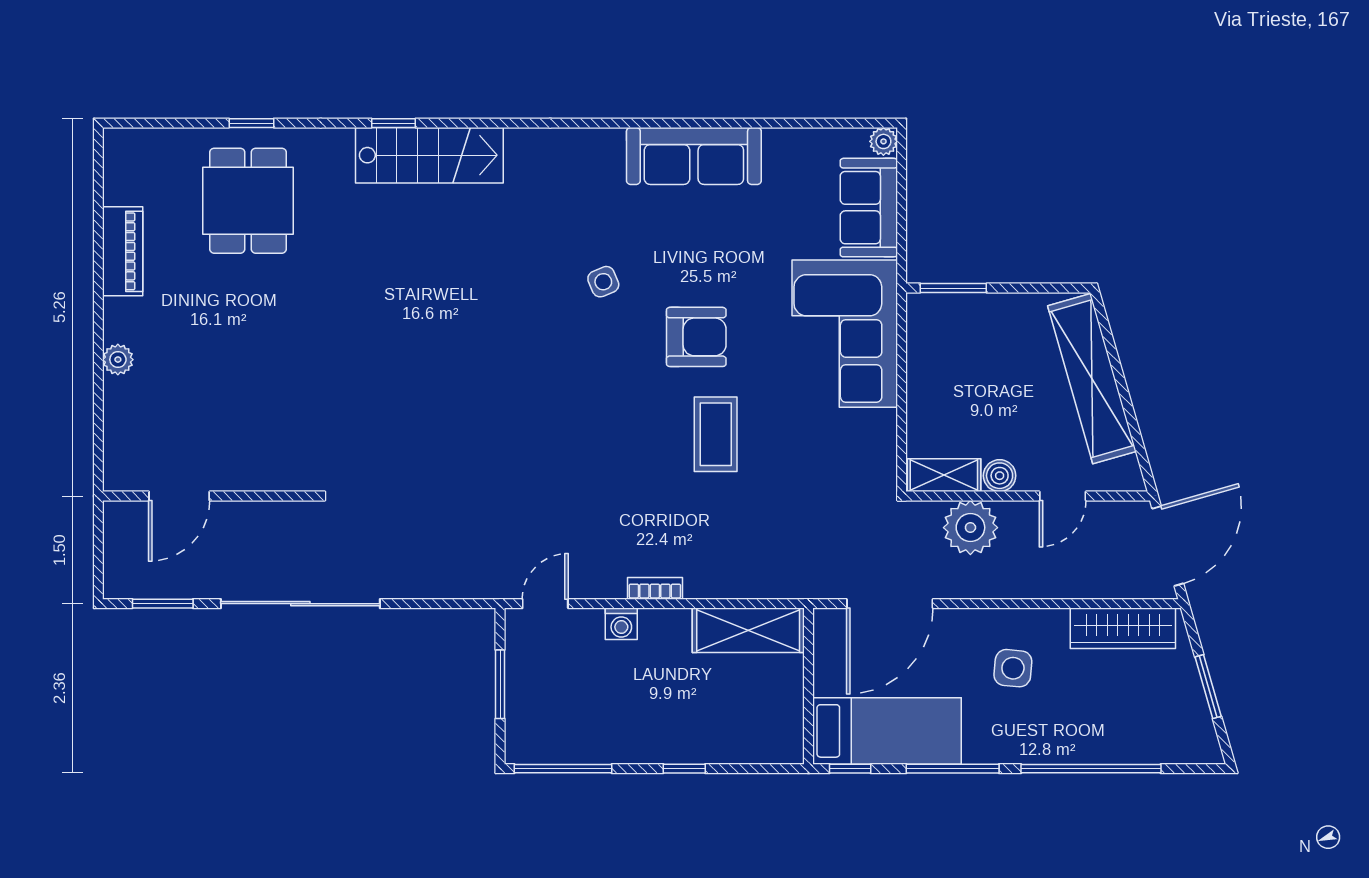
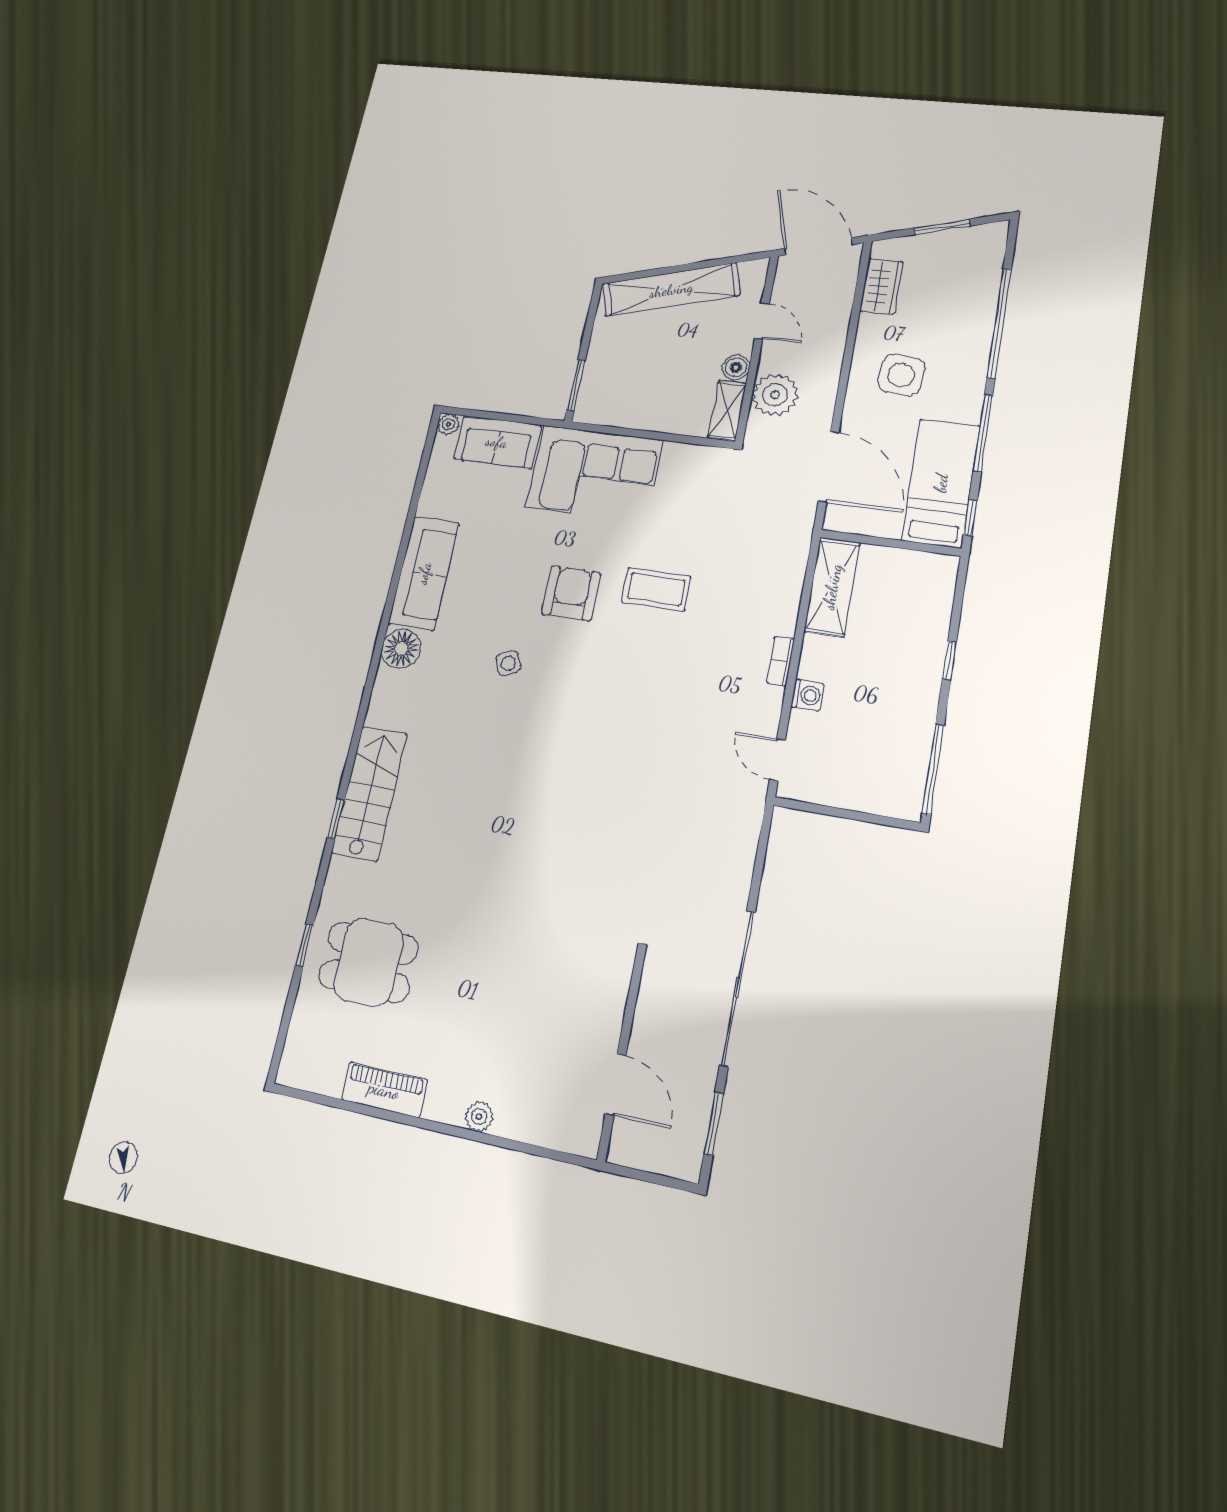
floor lamp: (600, 151) -> (401, 649), added
wardrobe: (1123, 628) -> (881, 287), width x0.67
side table: (1013, 668) -> (901, 375), width x1.37, depth x1.37
window: (500, 684) -> (845, 814), removed

